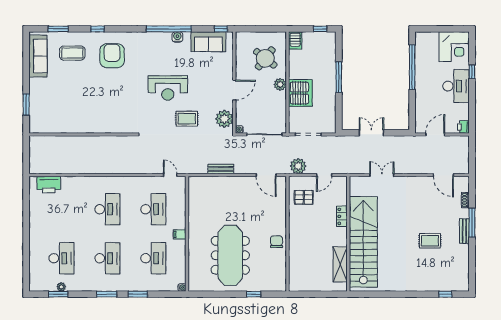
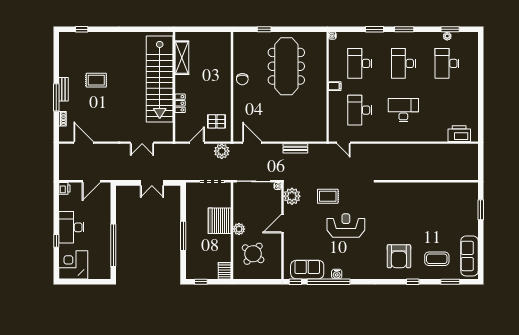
window: (169, 29) -> (329, 282), moved
desk: (107, 209) -> (403, 110), turned 90

